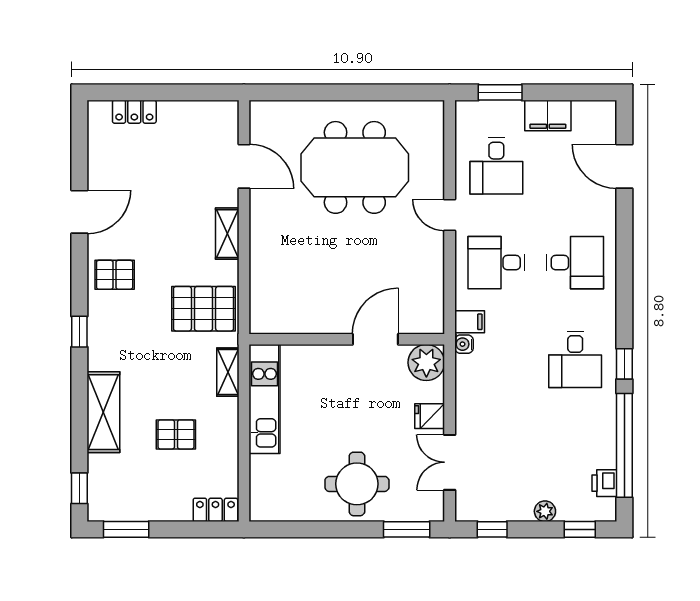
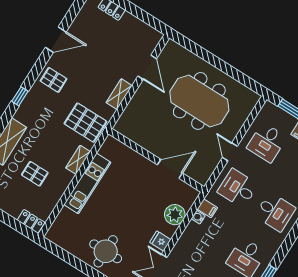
wall: (347, 339) -> (156, 160), moved
door: (375, 339) -> (170, 169), moved

